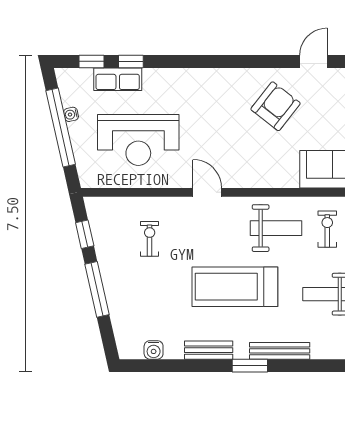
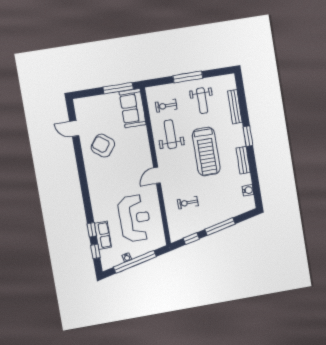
bench: (280, 351) -> (235, 107), moved

